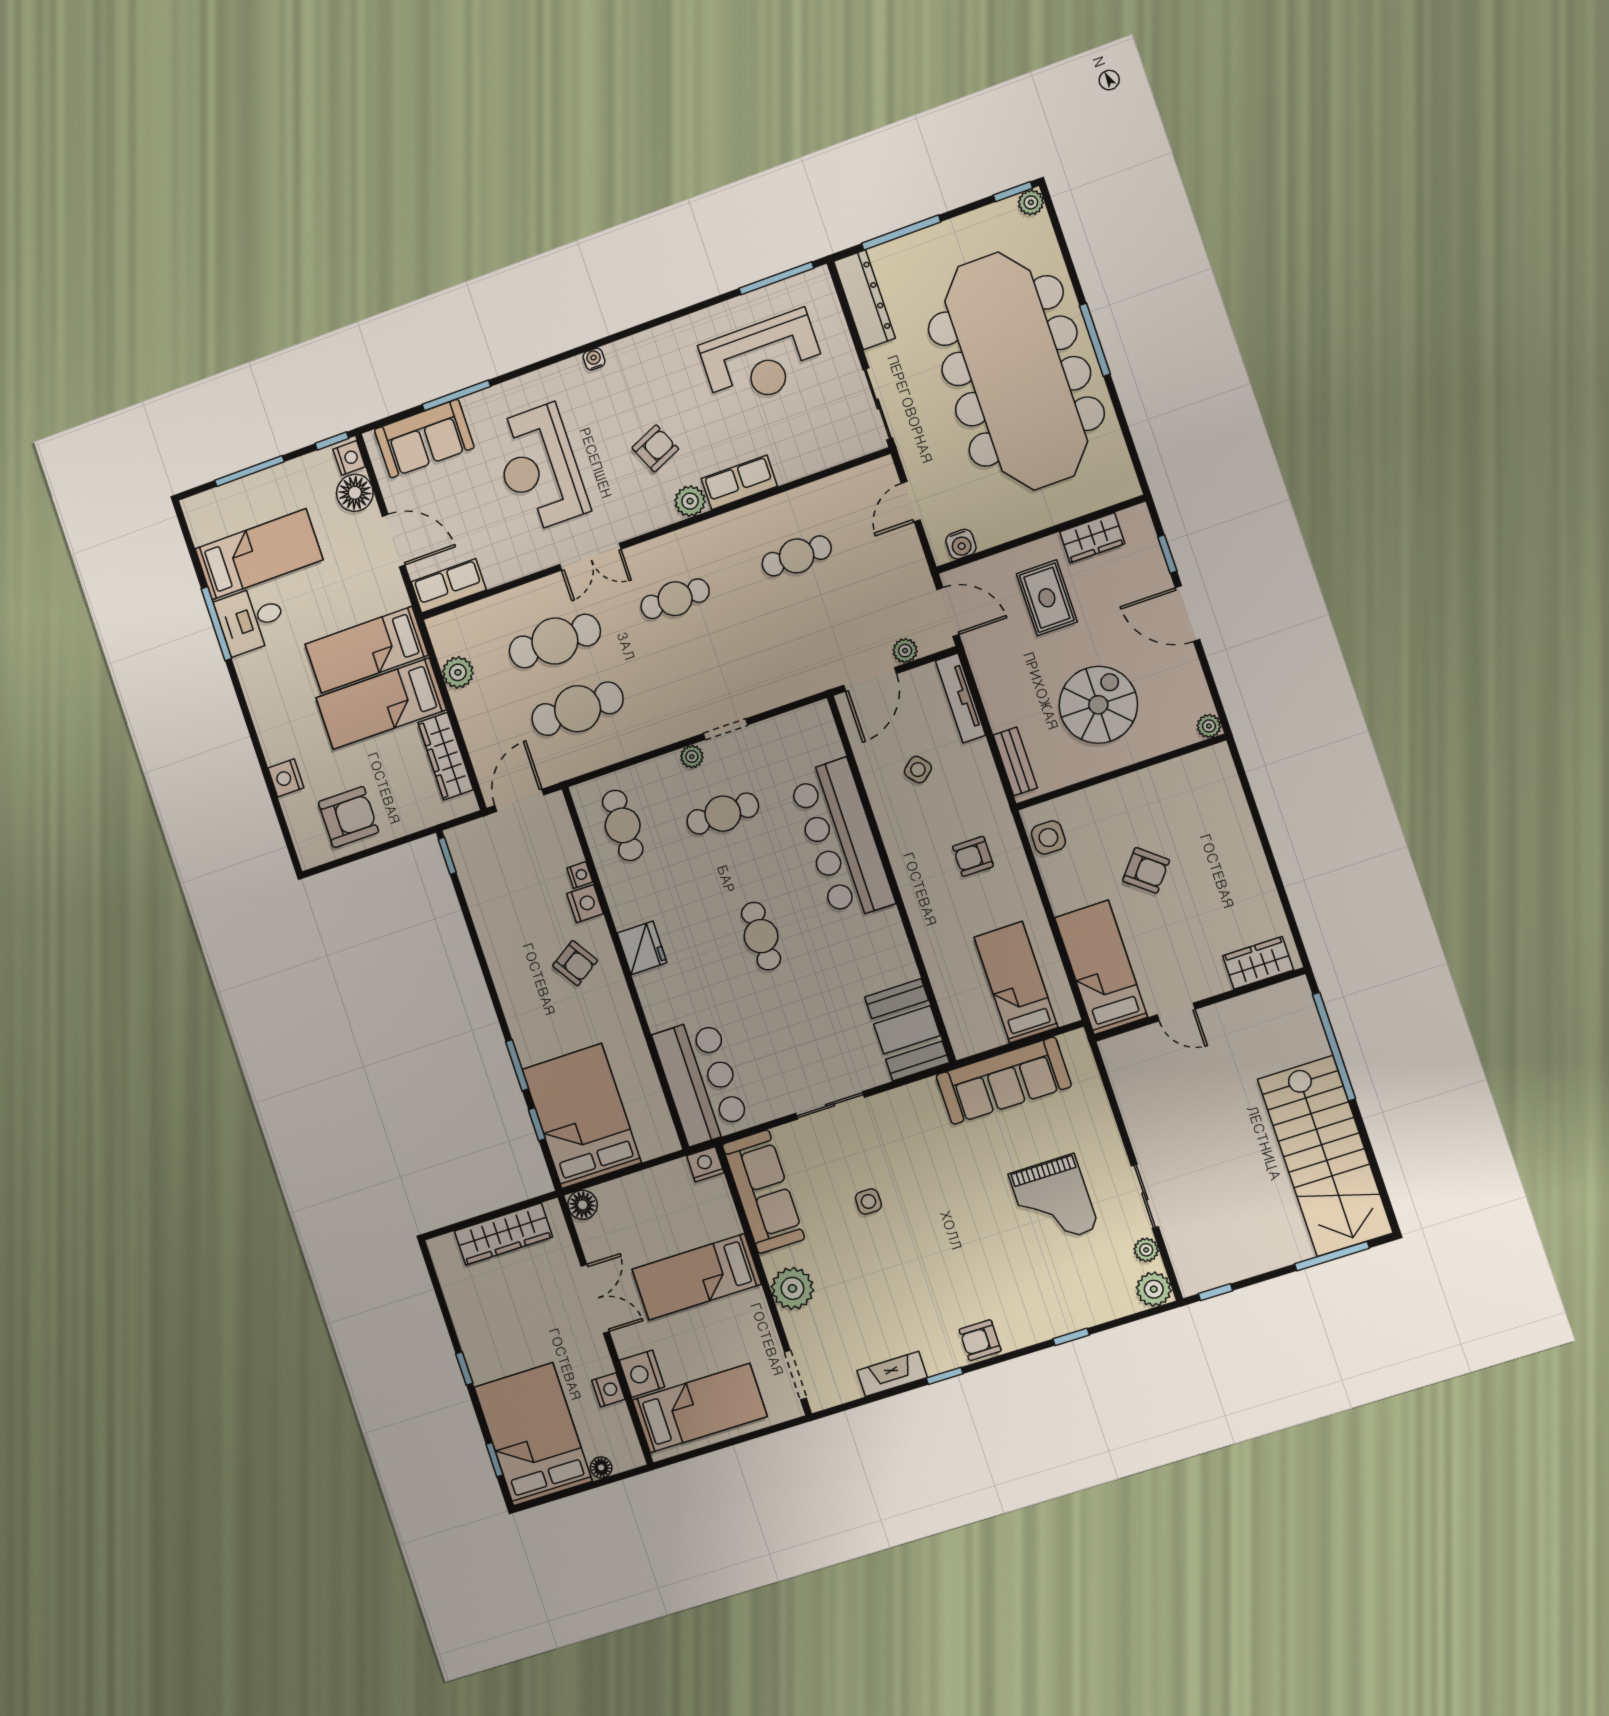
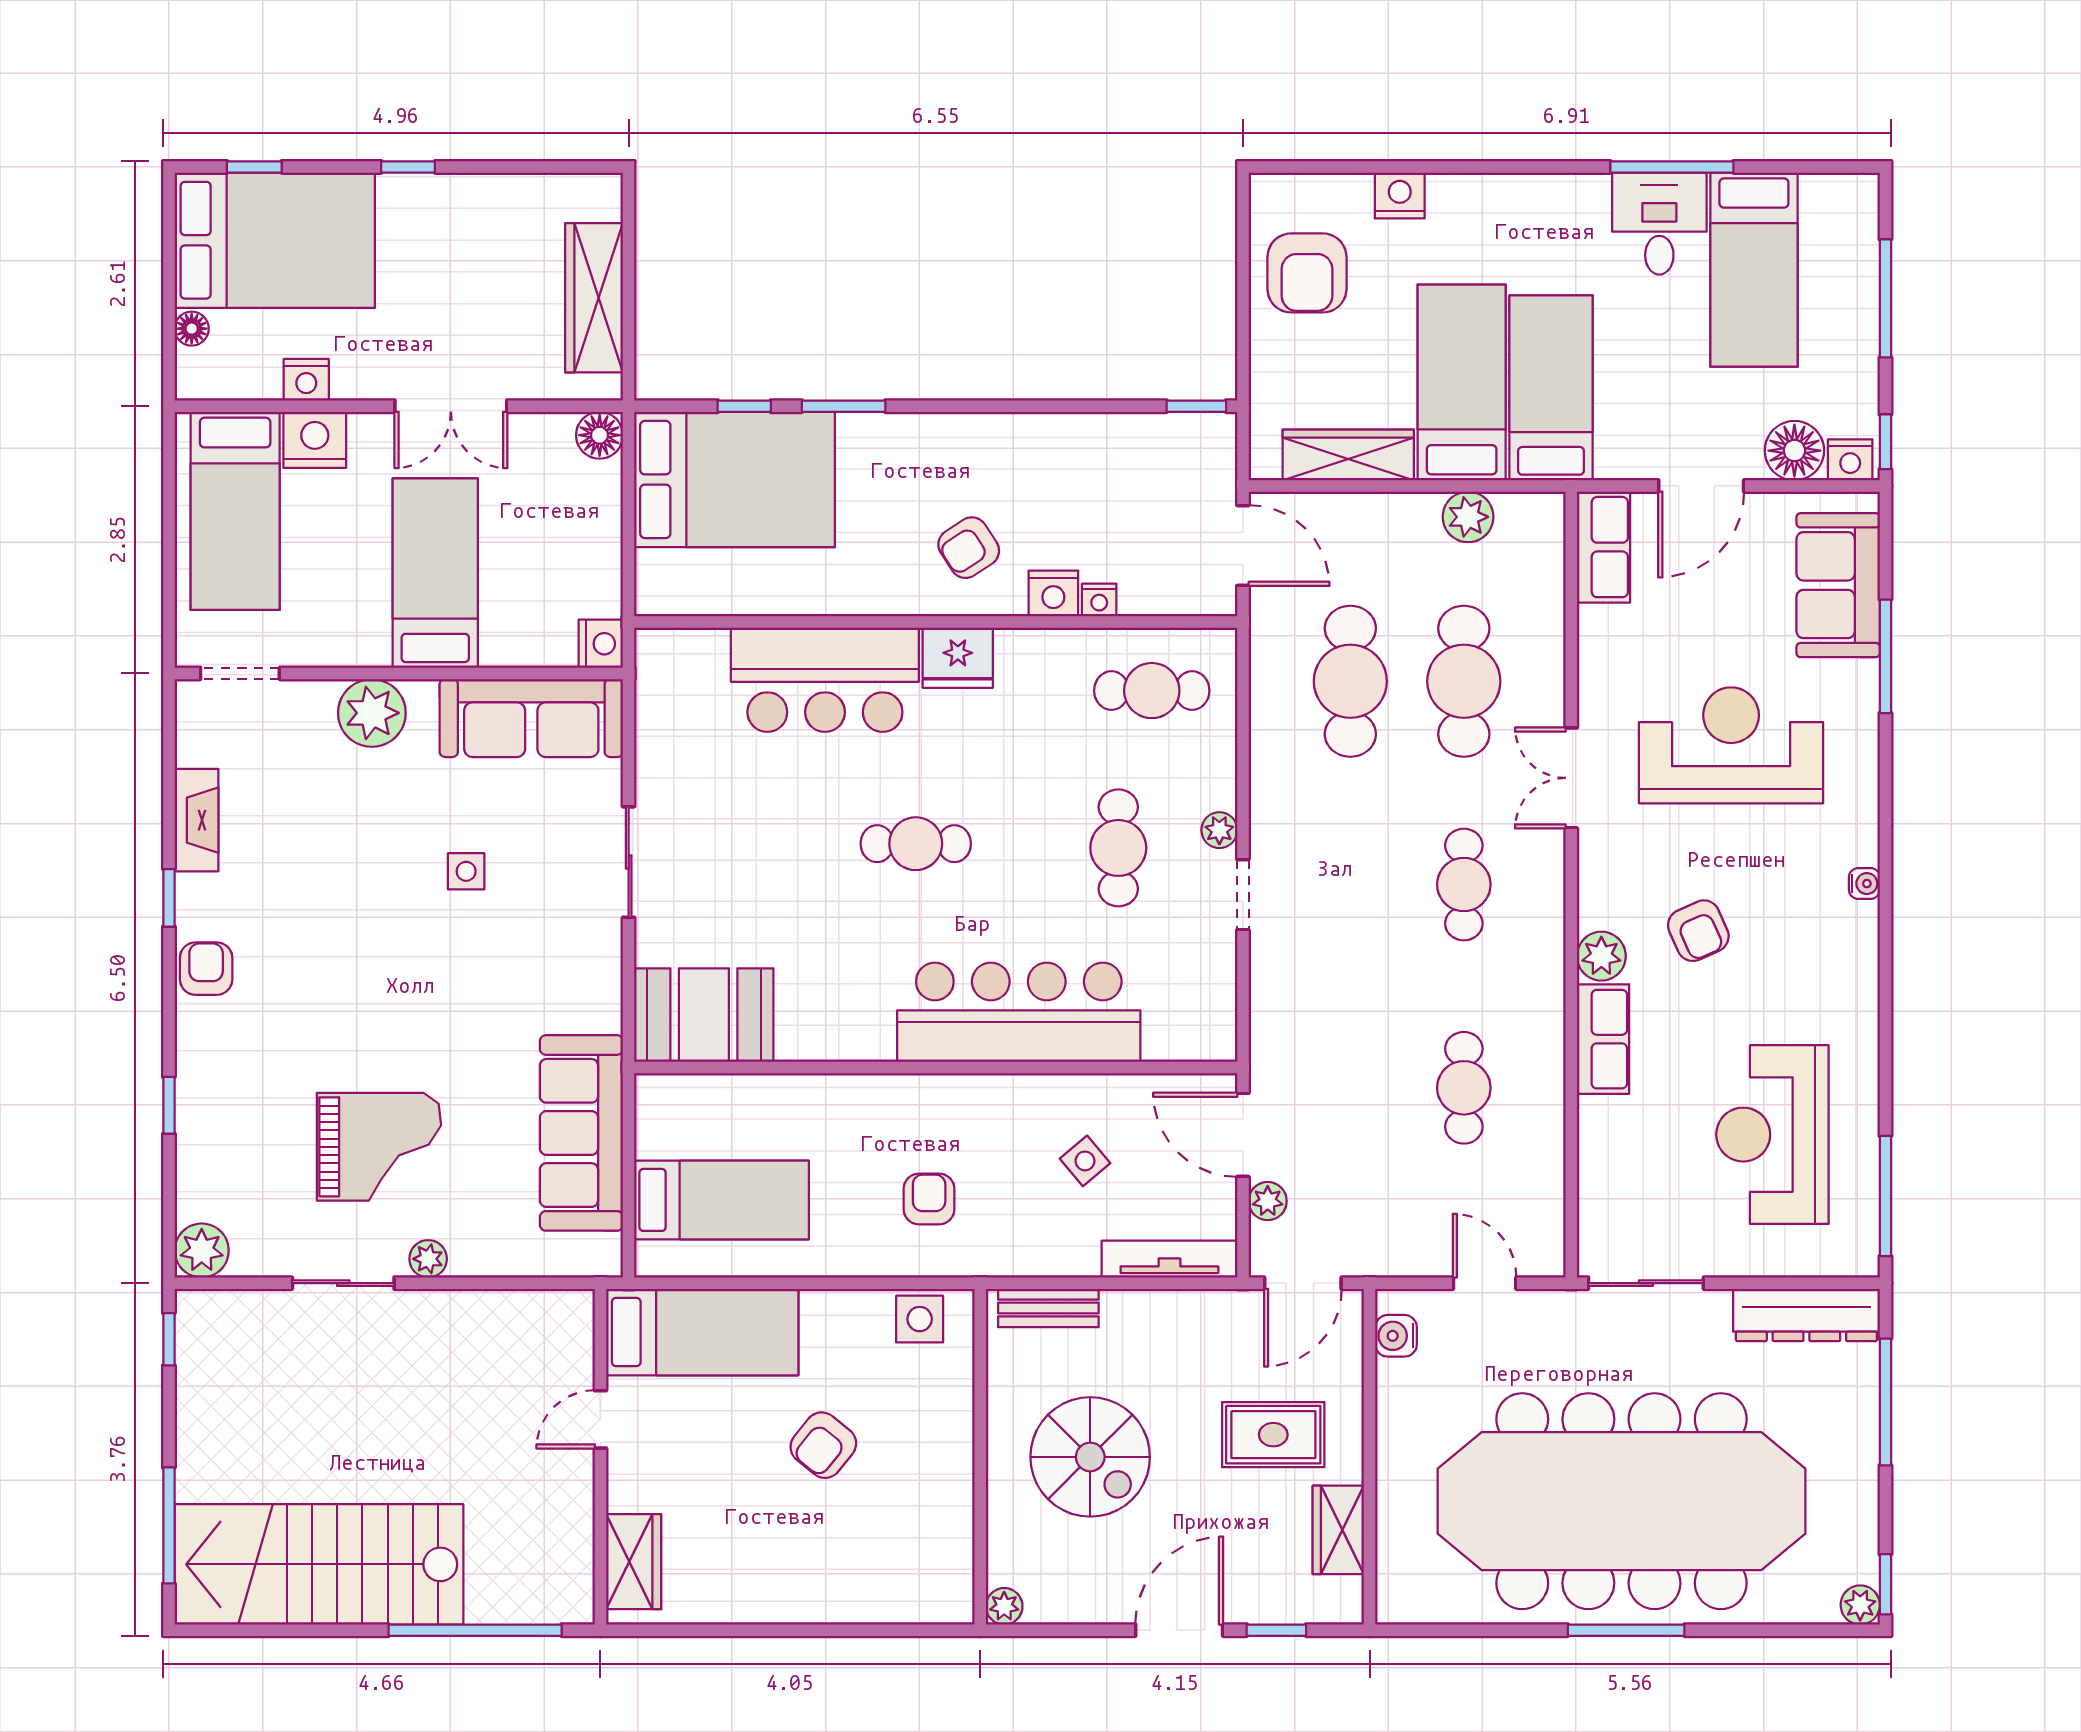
bar counter: (701, 1081) -> (825, 680), moved
grand piano: (1054, 1201) -> (379, 1147), turned 180
plant: (1146, 1250) -> (428, 1259), moved

